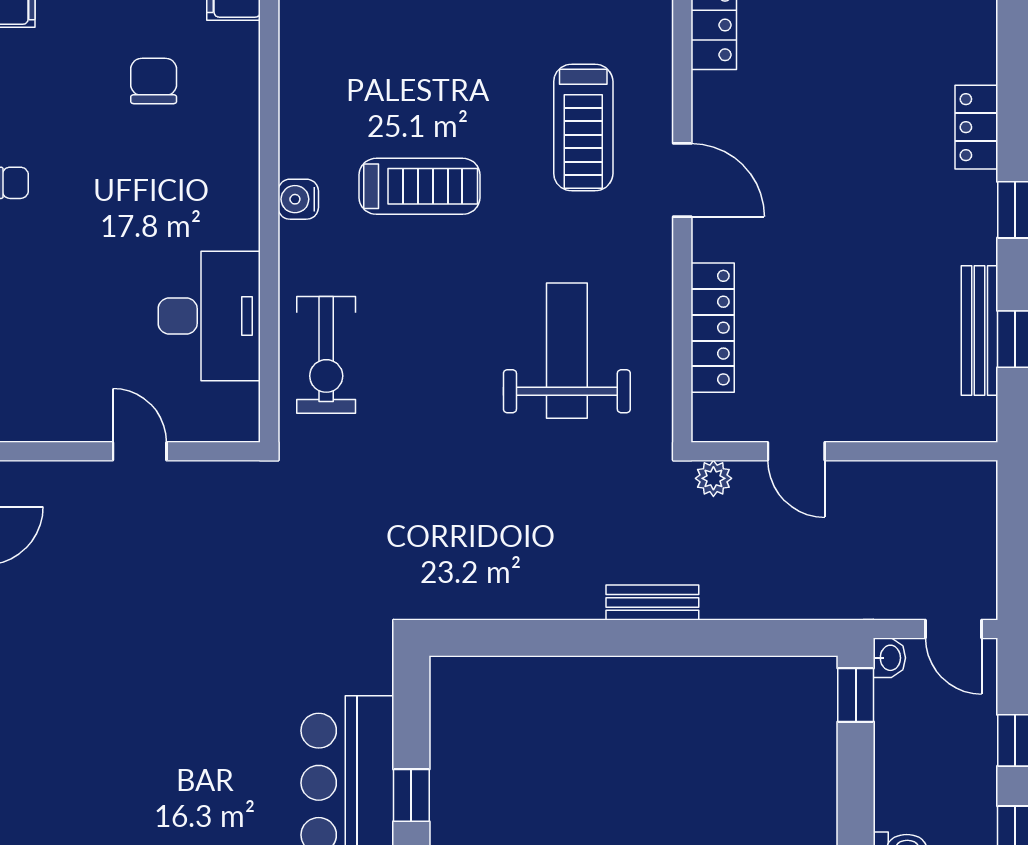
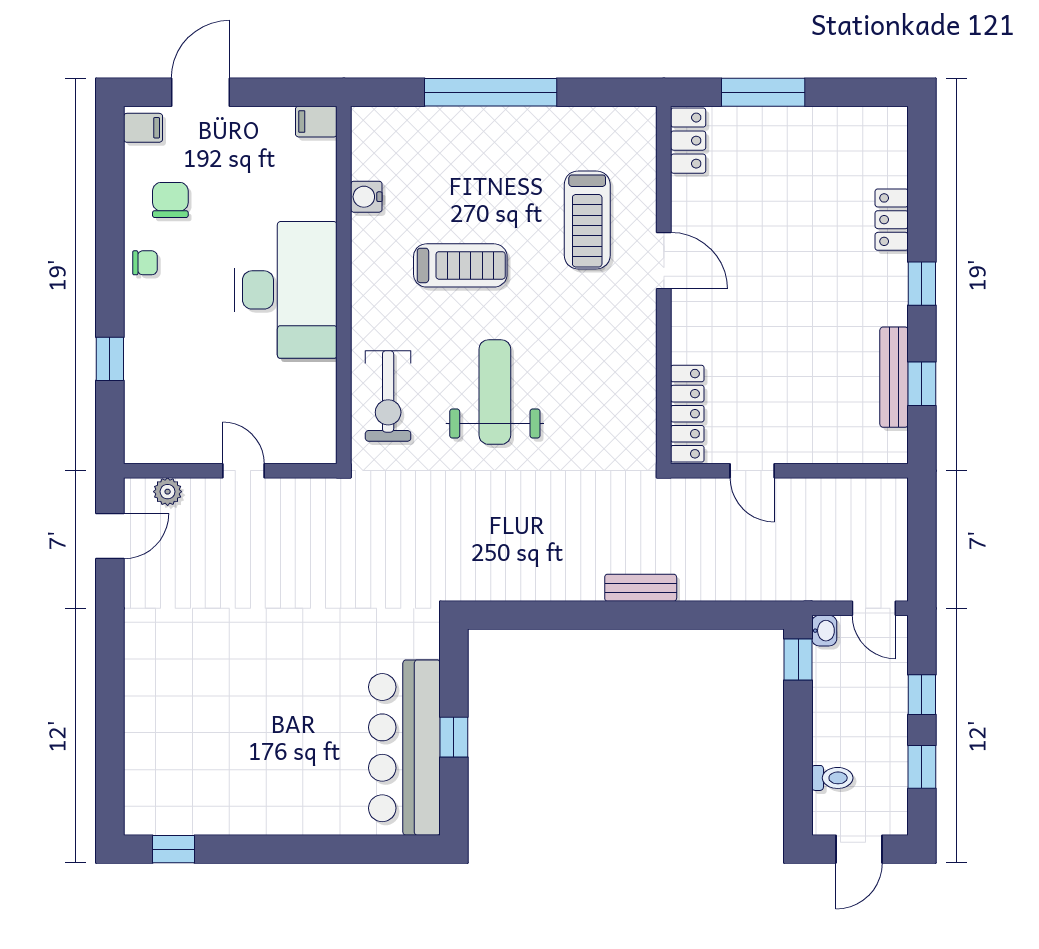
chair: (154, 81) -> (170, 200), moved
water cooler: (298, 199) -> (366, 197), moved
desk: (209, 316) -> (286, 290), moved, width x1.36, depth x1.30
locker: (713, 328) -> (687, 414), moved
weight bench: (567, 351) -> (495, 392), moved
plant: (713, 478) -> (168, 492), moved

